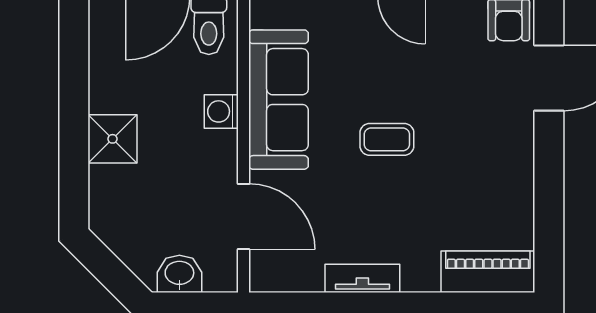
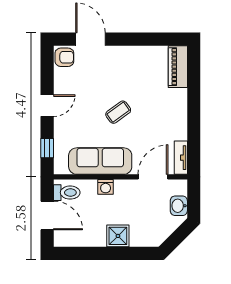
coffee table: (387, 139) -> (118, 112), turned 54
tv unit: (362, 278) -> (181, 158), moved

